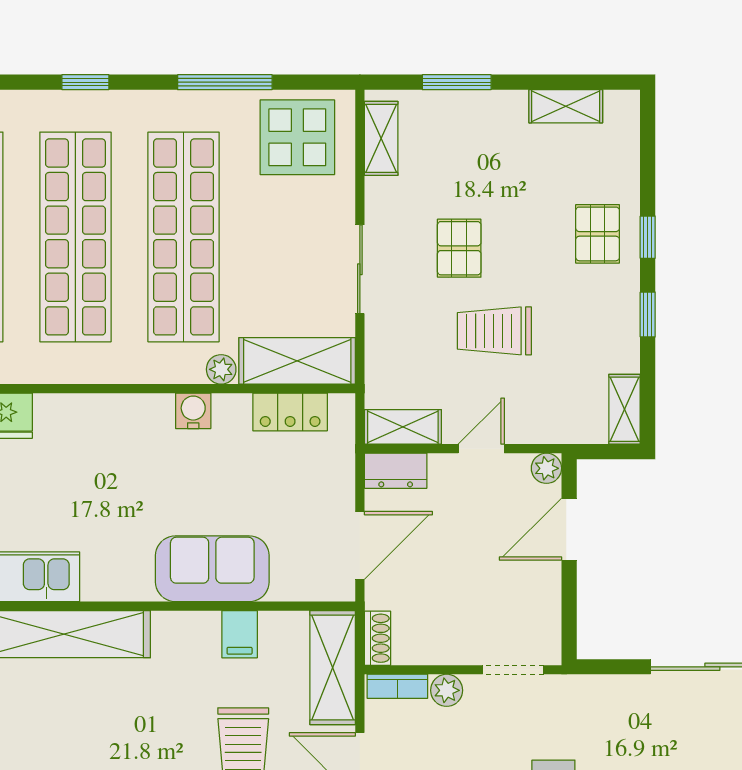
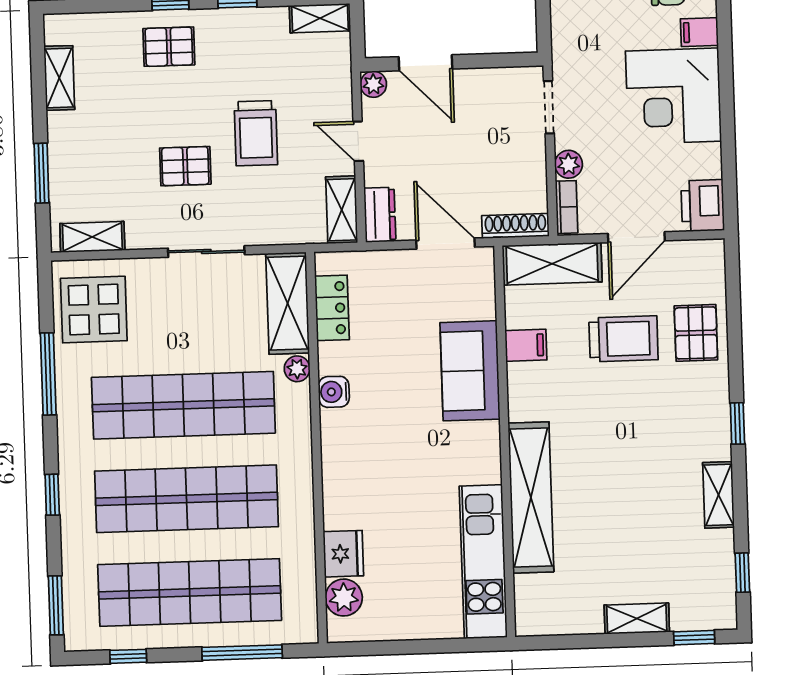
shoe rack: (378, 638) -> (515, 226), width x1.43

